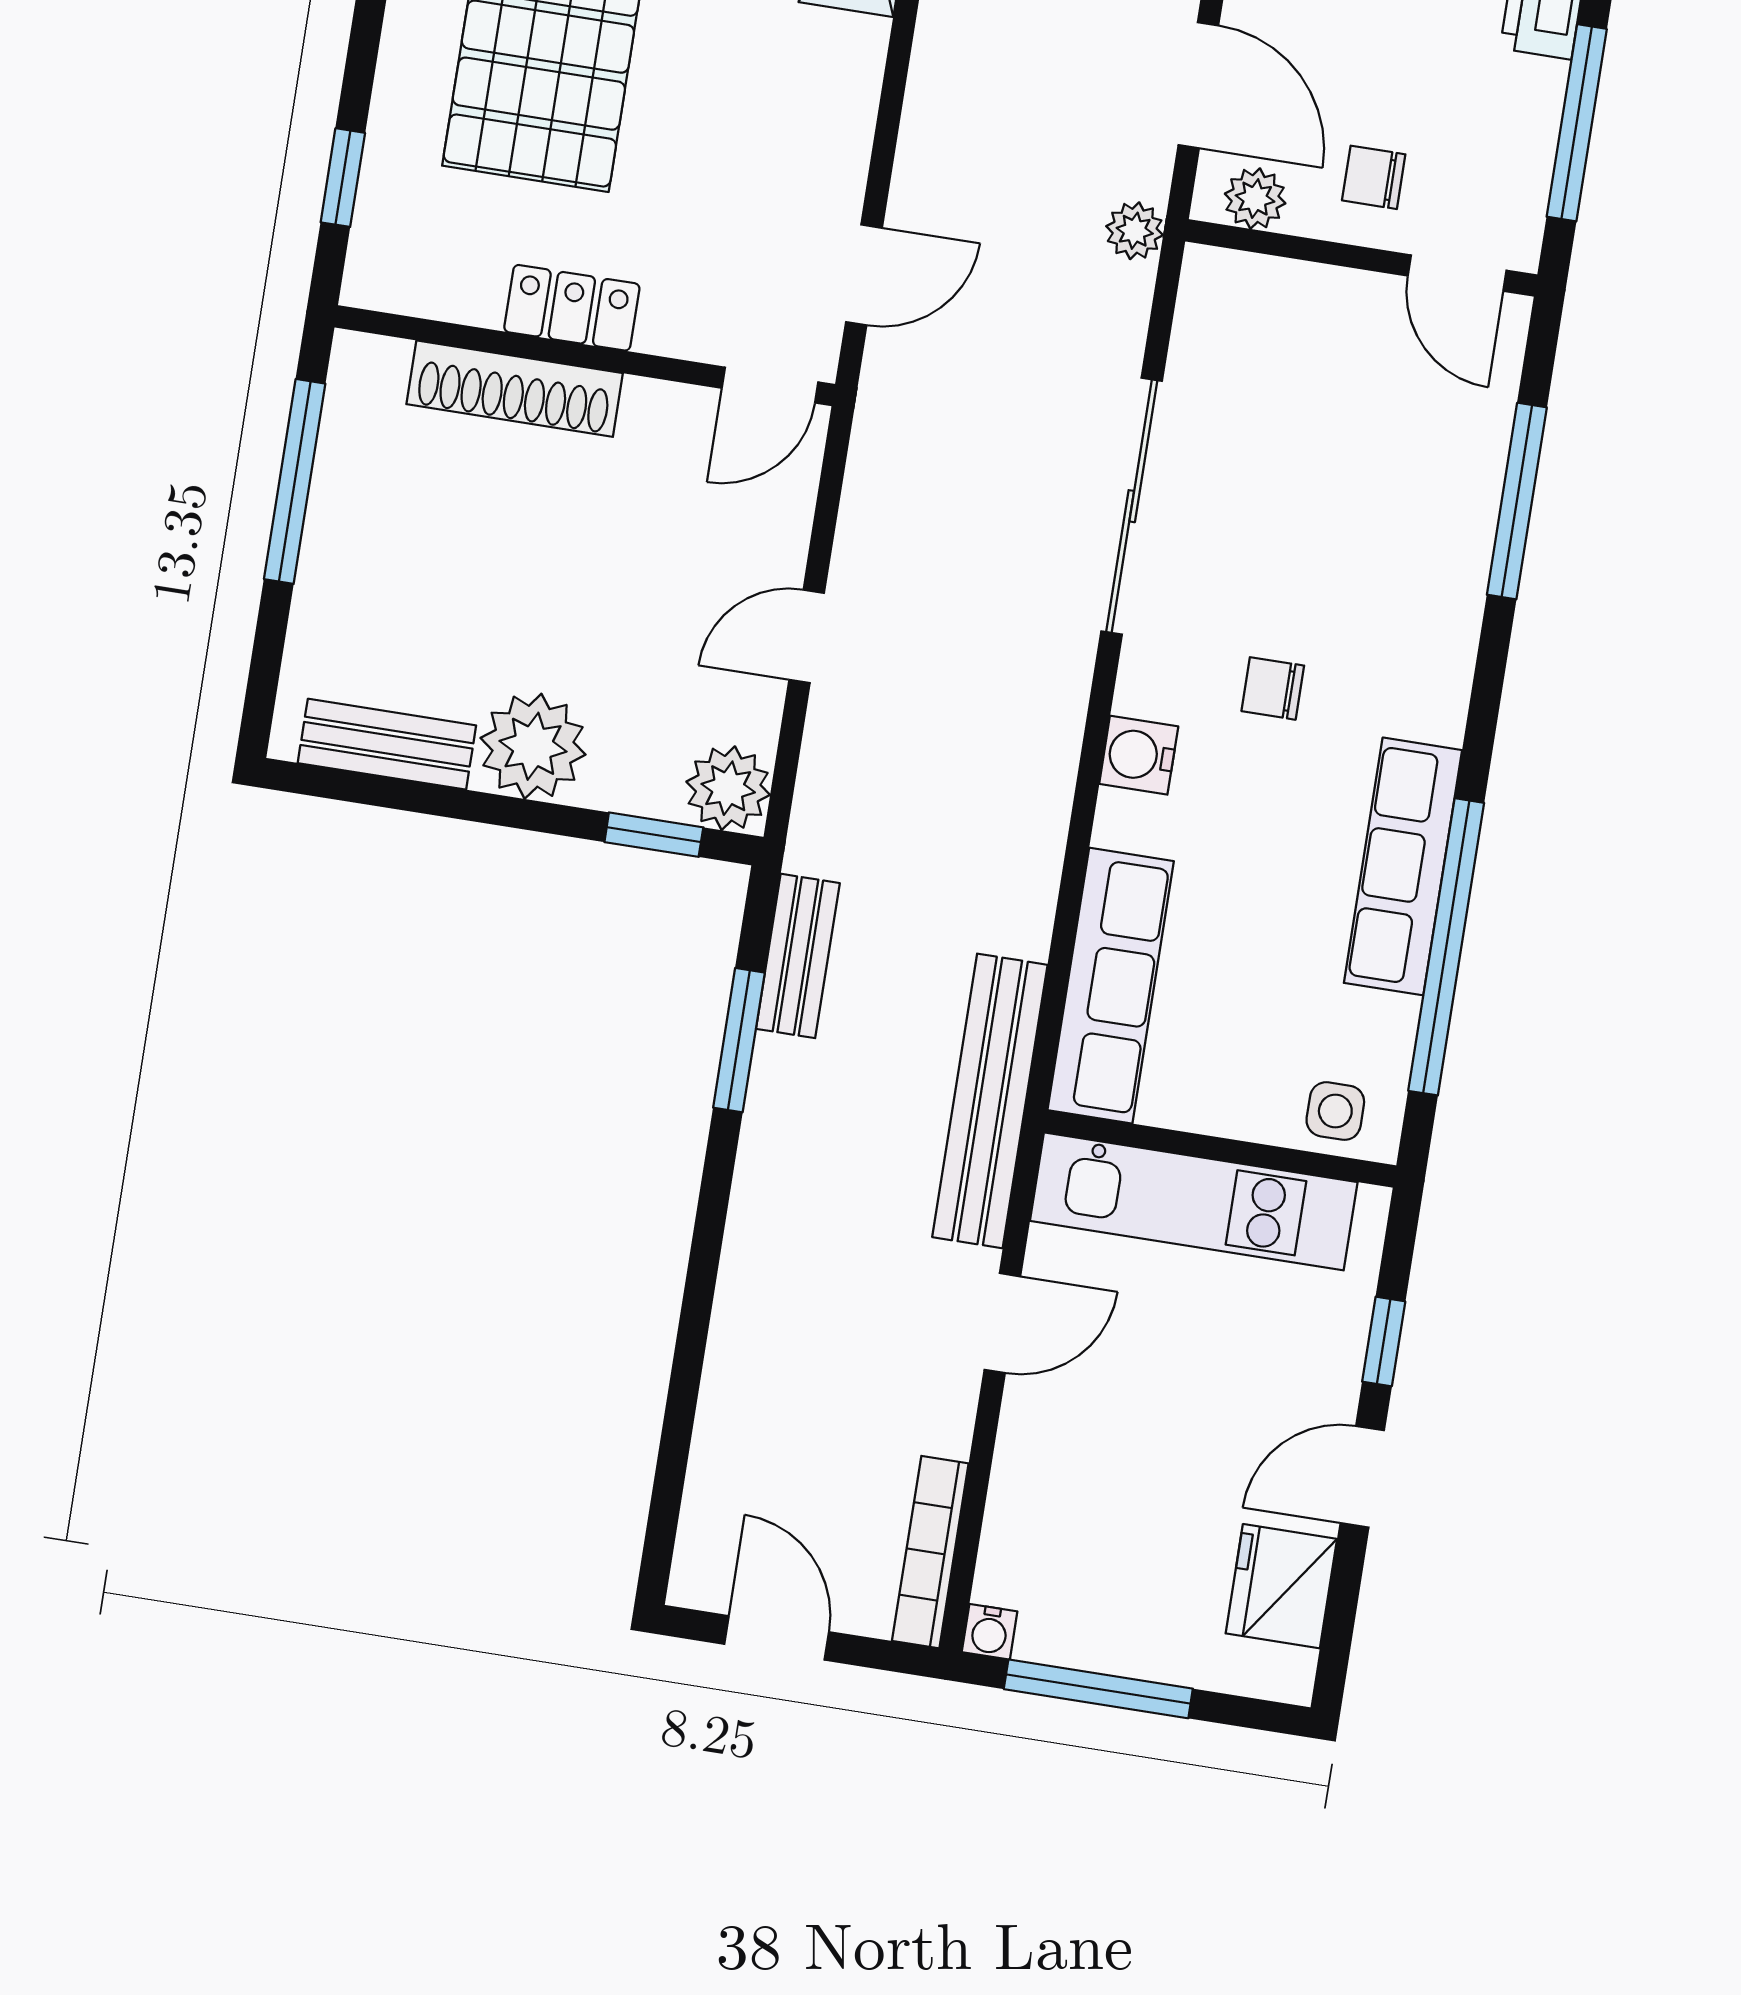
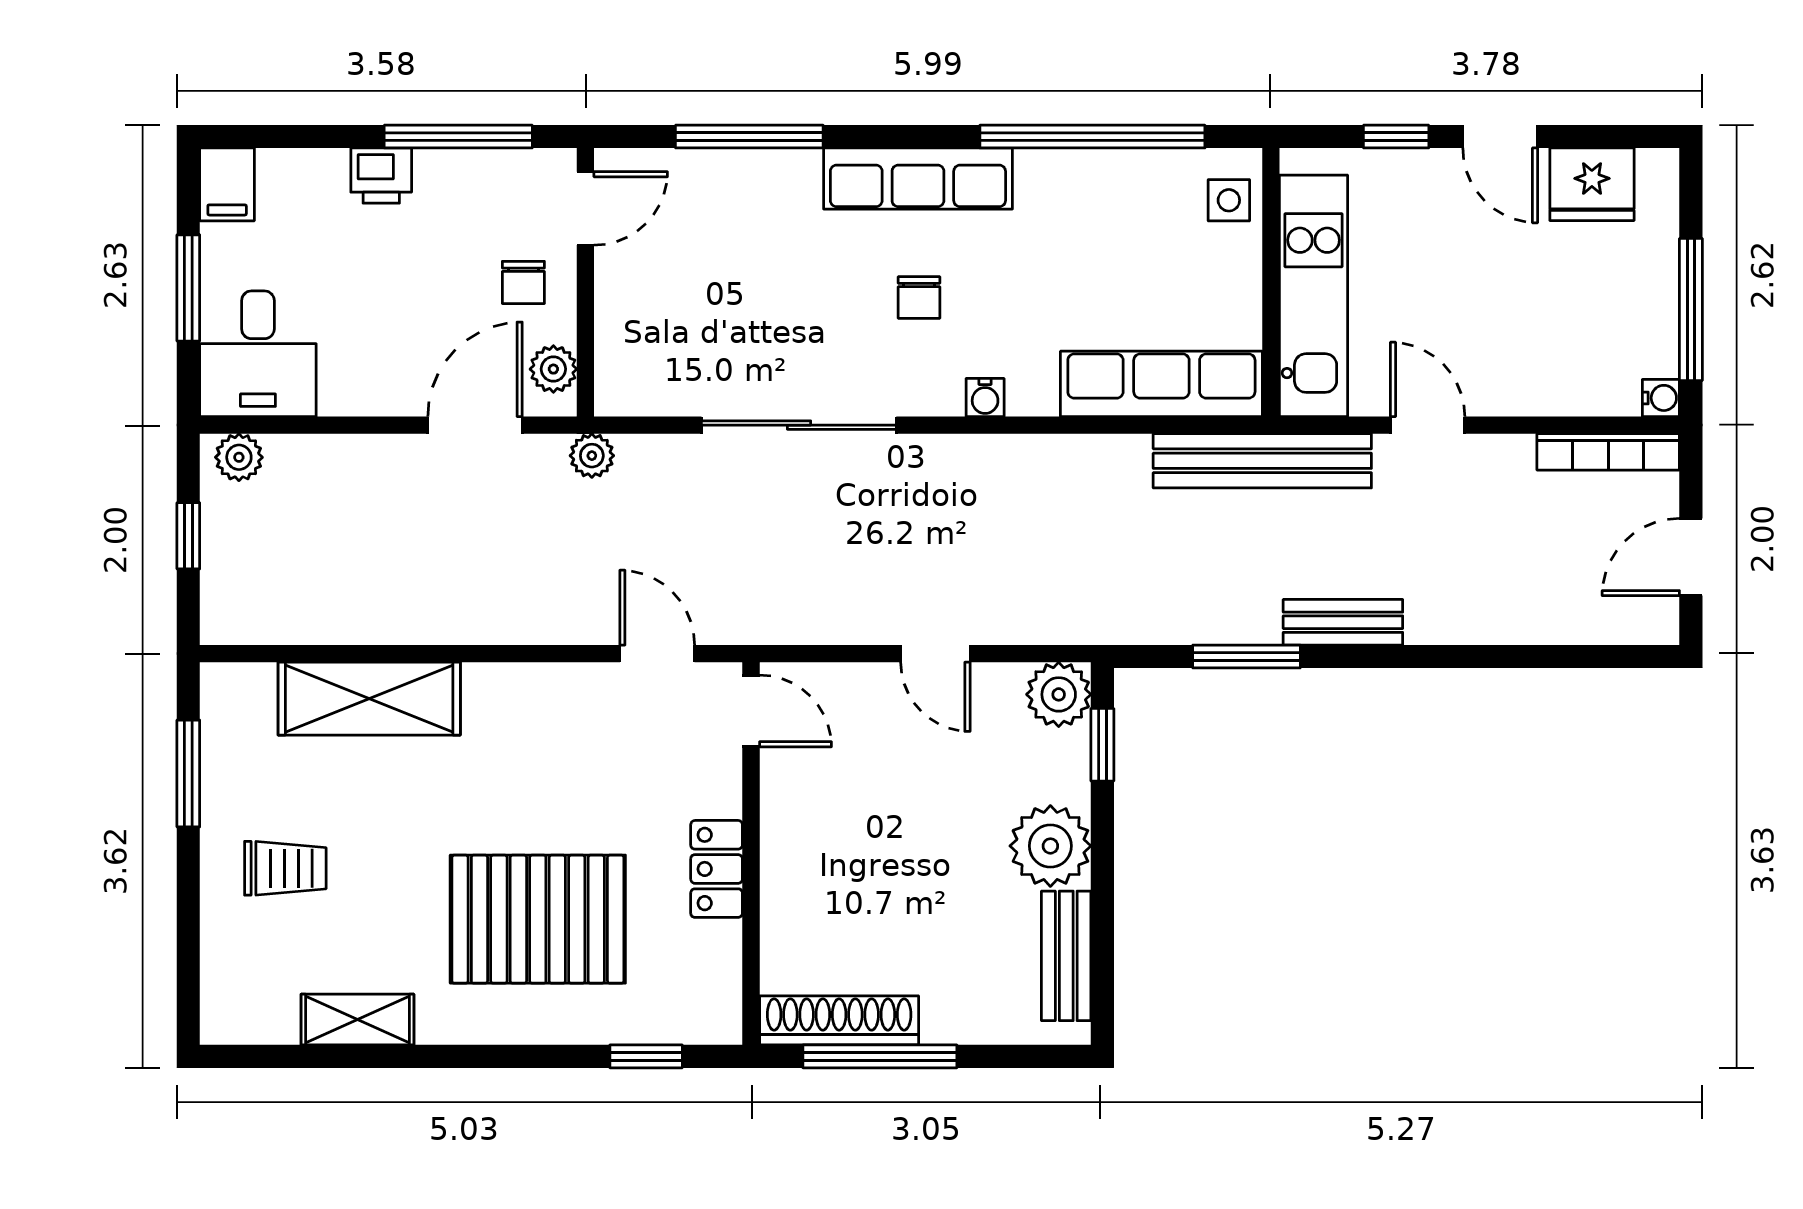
shoe rack: (515, 389) -> (839, 1020), moved, turned -90
water cooler: (1139, 755) -> (985, 397), width x0.72, depth x0.72
row of seats: (1403, 866) -> (918, 179), moved
bench: (798, 956) -> (1343, 622), moved

